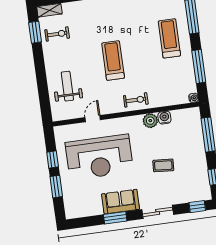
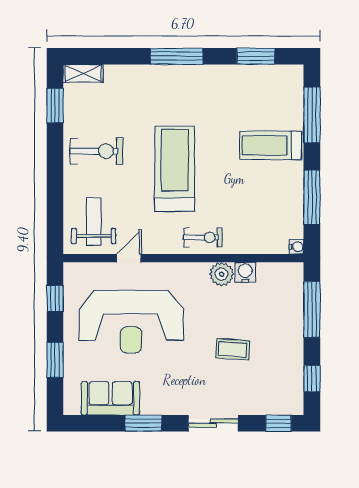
exercise bike: (57, 34) -> (97, 151), moved, width x1.38, depth x1.39
treadmill: (169, 38) -> (271, 145), turned -90
treadmill: (113, 61) -> (175, 169), width x1.37, depth x1.38
weight bench: (67, 86) -> (94, 222), moved
window: (53, 160) -> (55, 298), moved
sofa: (121, 202) -> (111, 398), moved

